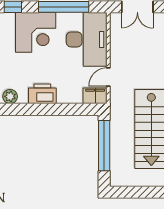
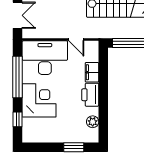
filing cabinet: (95, 96) -> (92, 72), moved

